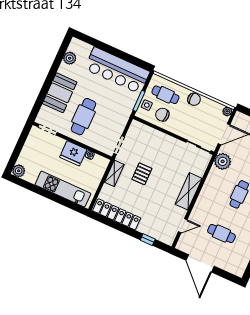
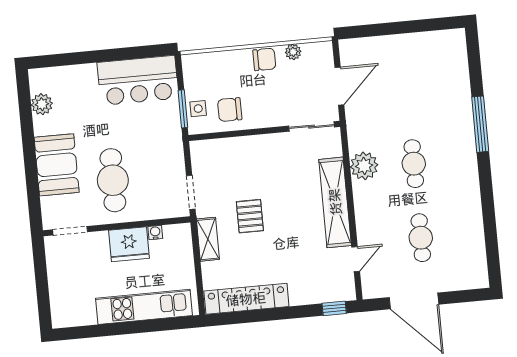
bar counter: (117, 70) -> (138, 80), width x0.73
cafe table: (165, 95) -> (217, 77), removed
plant: (227, 111) -> (293, 52), moved
plant: (223, 161) -> (364, 166), moved
plant: (19, 171) -> (62, 317), removed
shelving: (189, 191) -> (335, 202), width x1.47
cafe table: (221, 234) -> (421, 238), turned 90
window: (148, 240) -> (334, 308), moved

